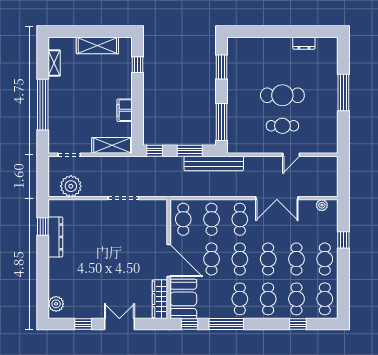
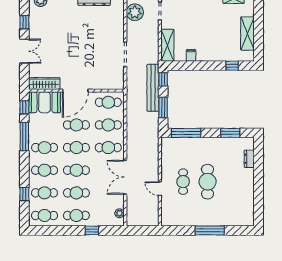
dresser: (304, 43) -> (249, 159), moved
filing cabinet: (125, 110) -> (191, 55), width x0.50
bench: (214, 164) -> (153, 88), moved

